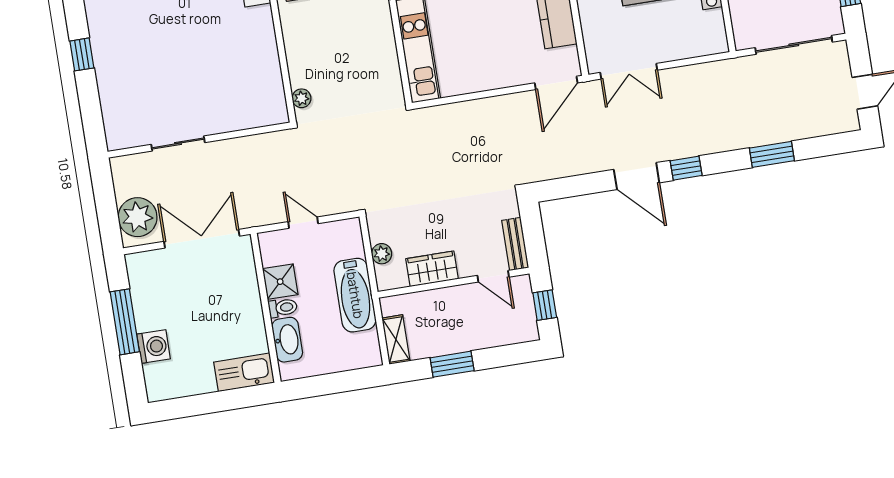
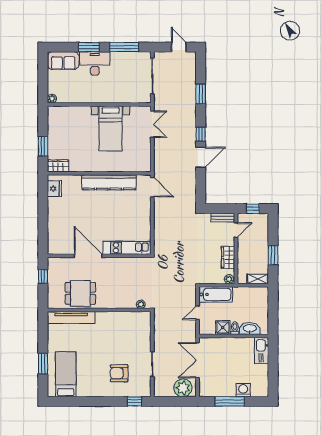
window: (82, 54) -> (134, 401), moved
double door: (629, 71) -> (152, 124), moved
armchair: (147, 76) -> (119, 373), added
plant: (382, 254) -> (229, 279), moved
bathtub: (355, 295) -> (216, 294), moved

